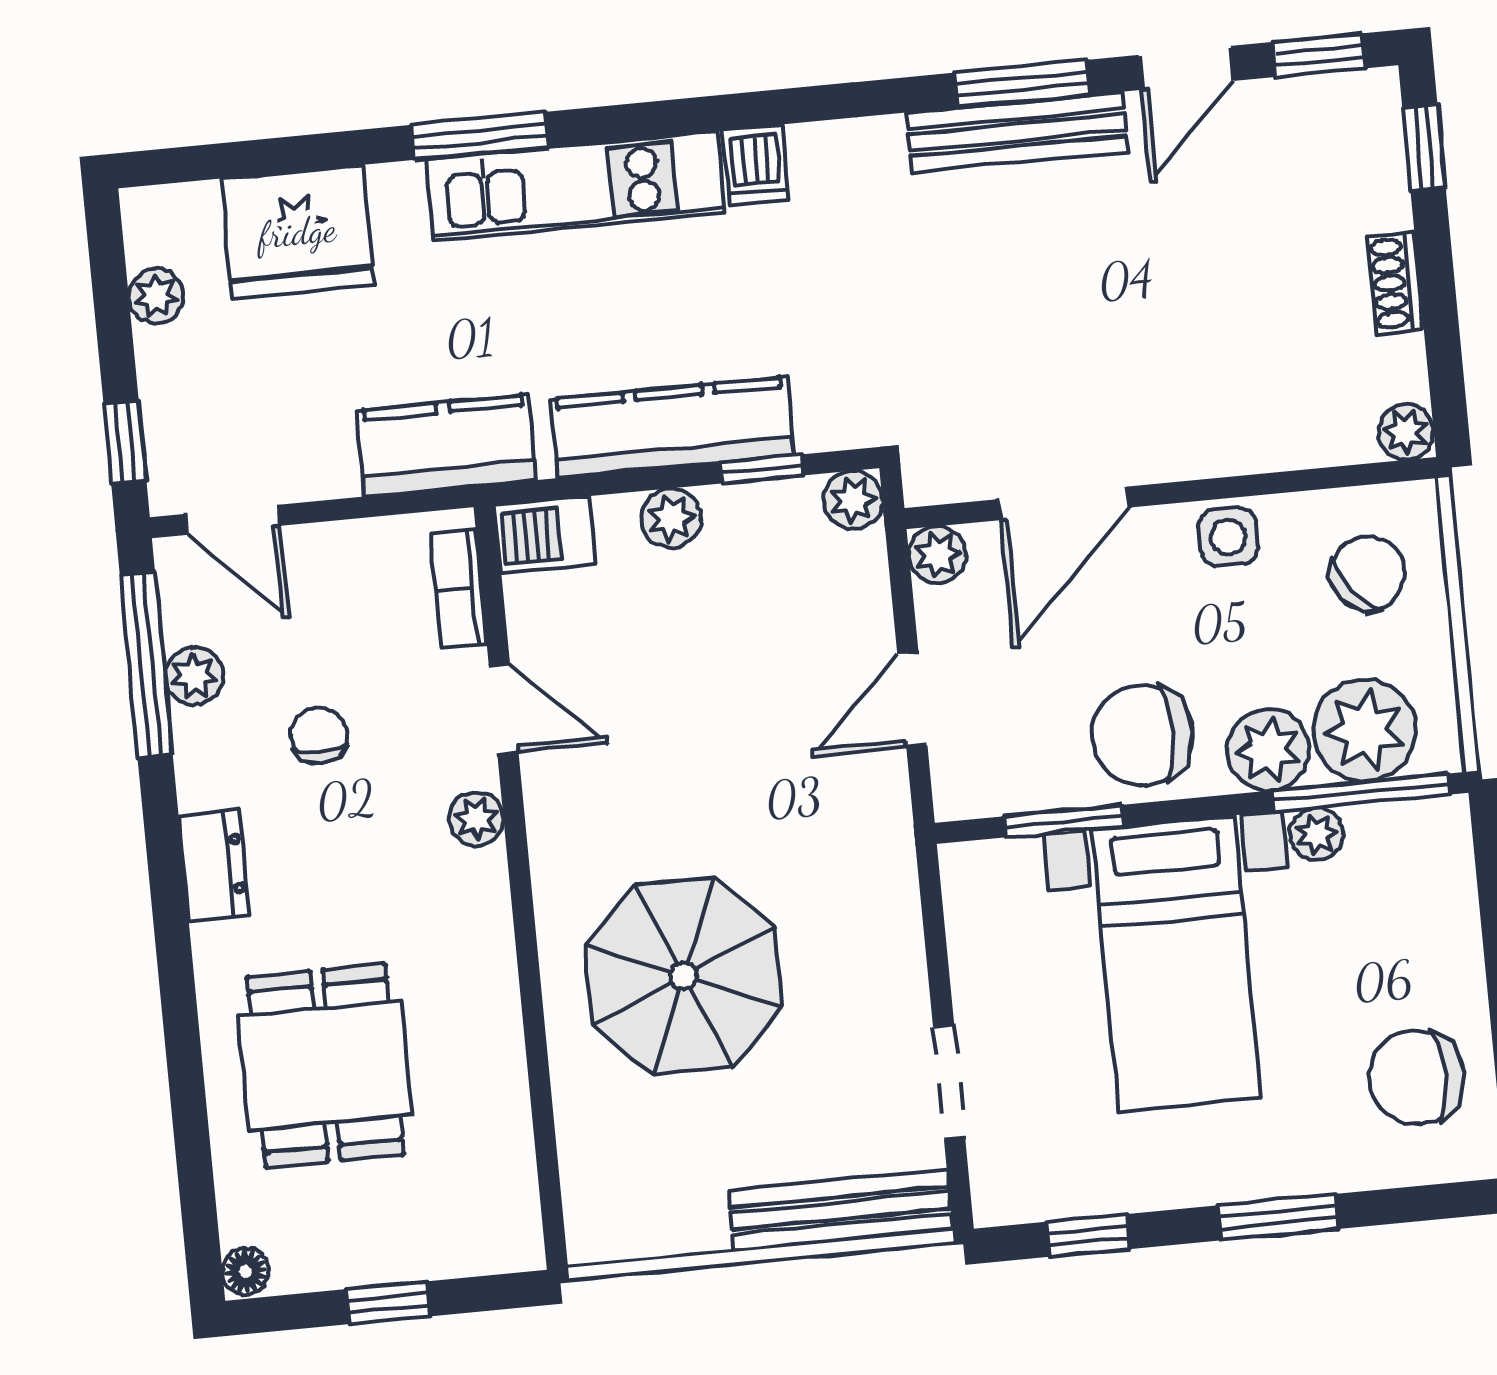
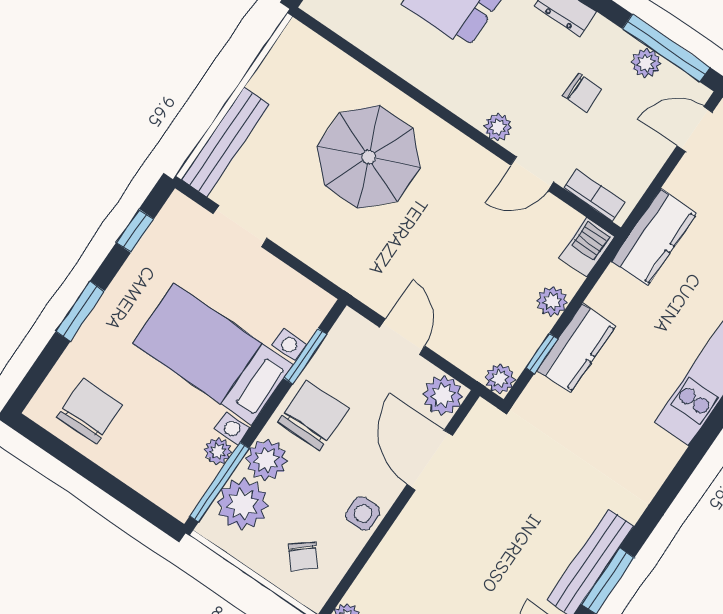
dishwasher: (756, 165) -> (663, 450), removed
kitchen counter: (672, 427) -> (576, 348), width x0.67
plant: (938, 555) -> (443, 395), width x1.38, depth x1.38
chair: (1368, 573) -> (303, 556), width x0.73, depth x0.73

